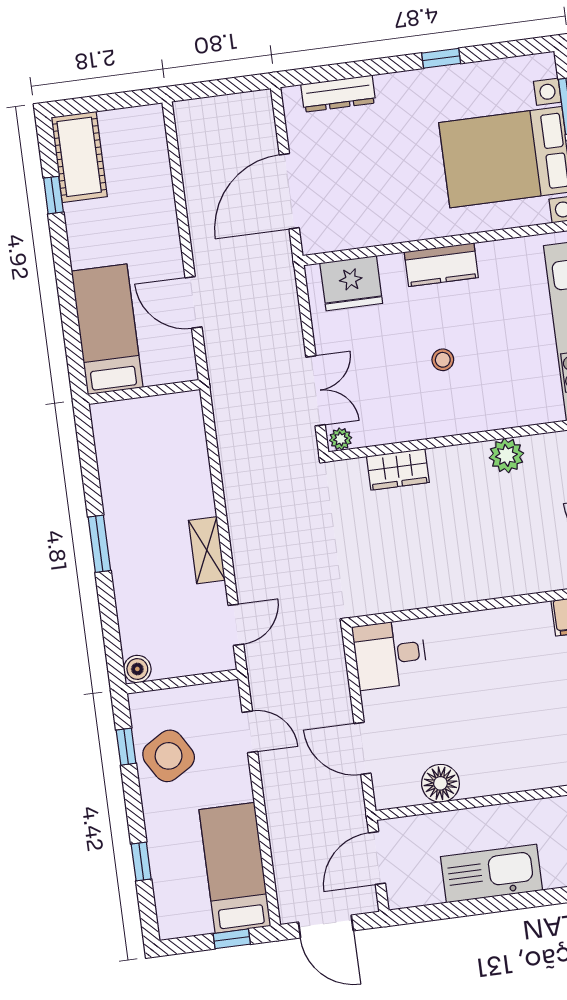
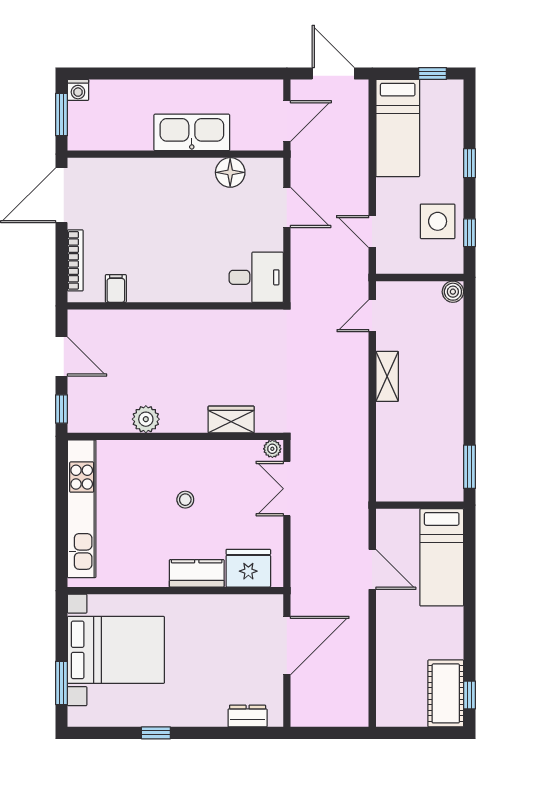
dresser: (338, 94) -> (248, 716), width x0.70
window: (53, 195) -> (470, 695), moved
kitchen counter: (441, 265) -> (197, 573), moved
window: (99, 544) -> (470, 467), moved
side table: (169, 756) -> (438, 221), turned 31
window: (141, 862) -> (470, 163), moved
kitchen sink: (492, 873) -> (192, 132), moved, turned 180
window: (232, 939) -> (433, 73), moved

